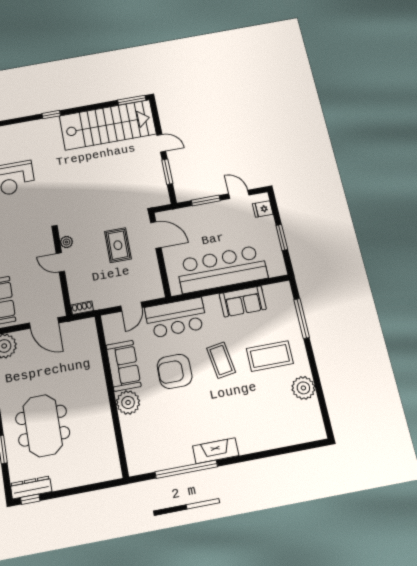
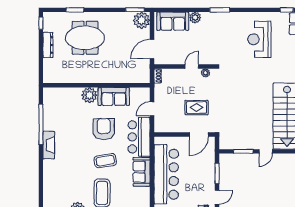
sofa: (243, 301) -> (142, 172), moved
door: (131, 307) -> (152, 109), hinge flipped
dresser: (31, 487) -> (48, 45), moved

